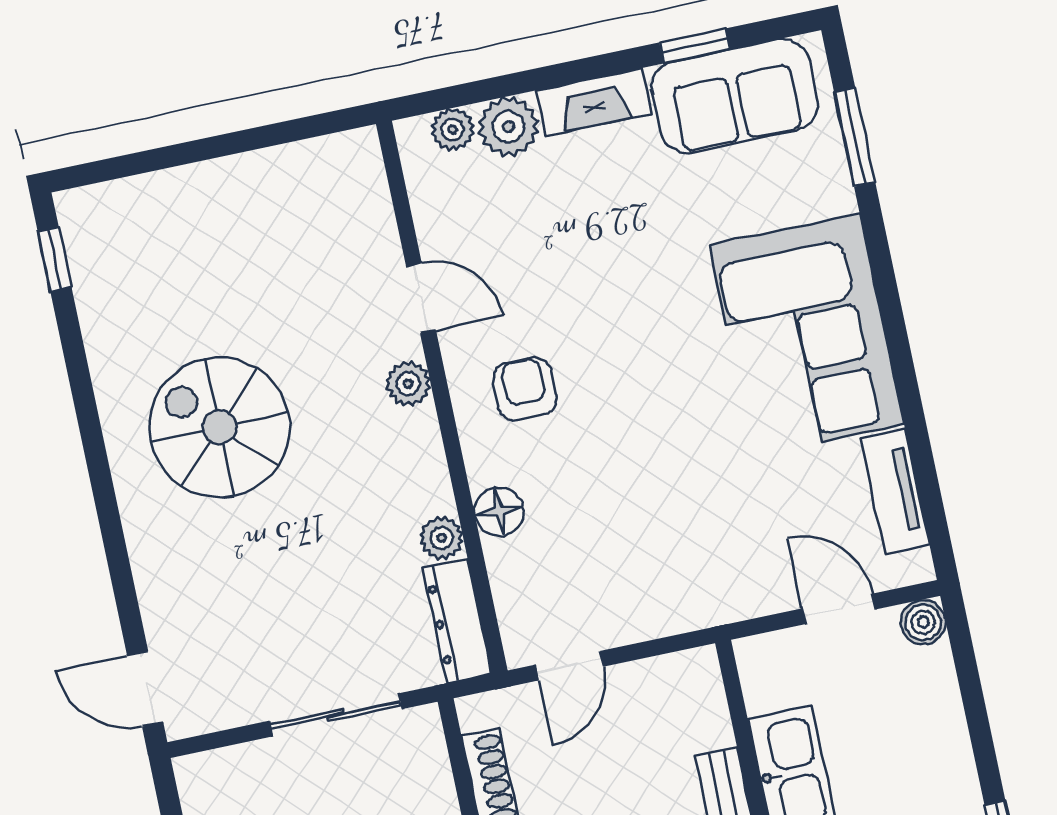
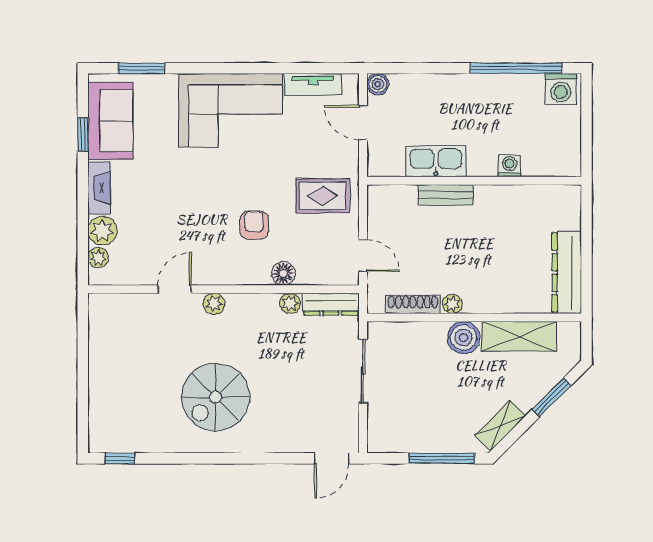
armchair: (525, 389) -> (254, 225), moved, turned 90
rug: (673, 558) -> (323, 196), added
door: (839, 609) -> (363, 123), hinge flipped

